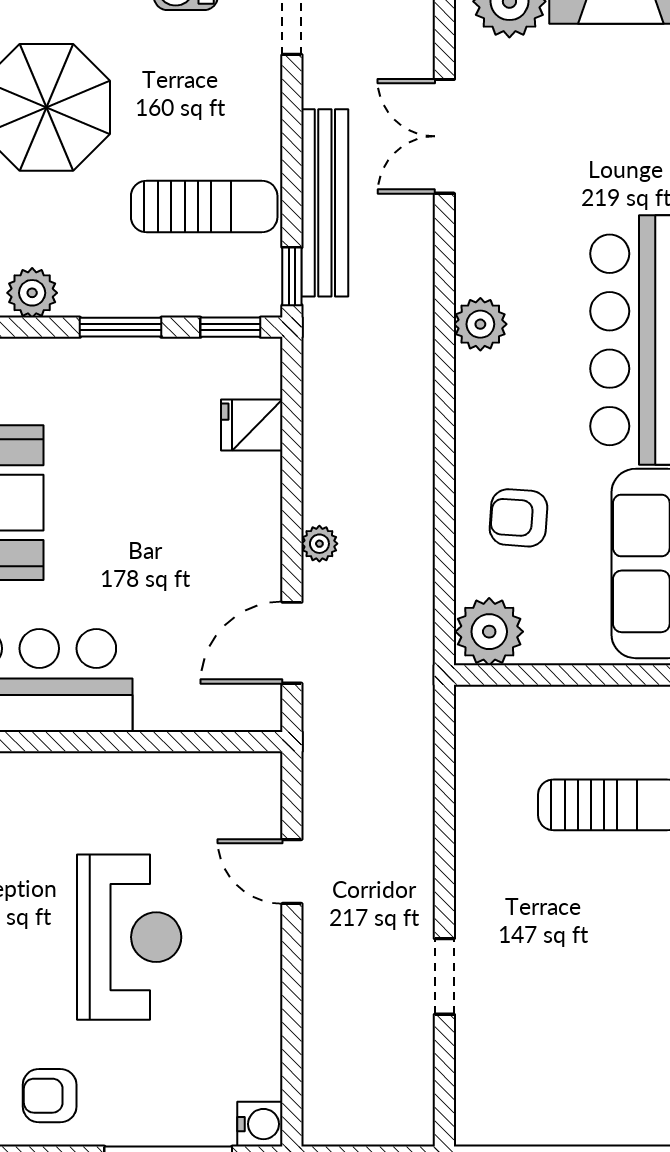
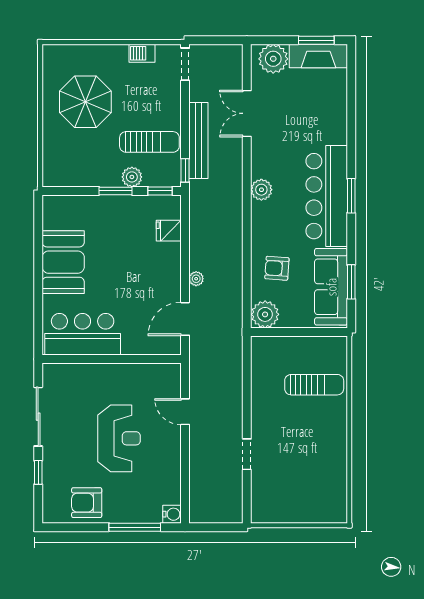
plant: (32, 293) -> (132, 177), moved
armchair: (50, 1096) -> (87, 503), width x1.38, depth x1.38

